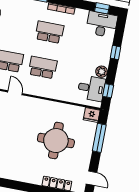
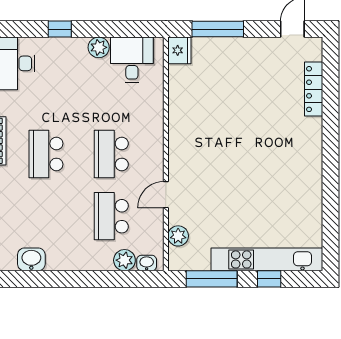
window: (108, 91) -> (131, 29), removed
round table: (56, 141) -> (237, 105), removed

